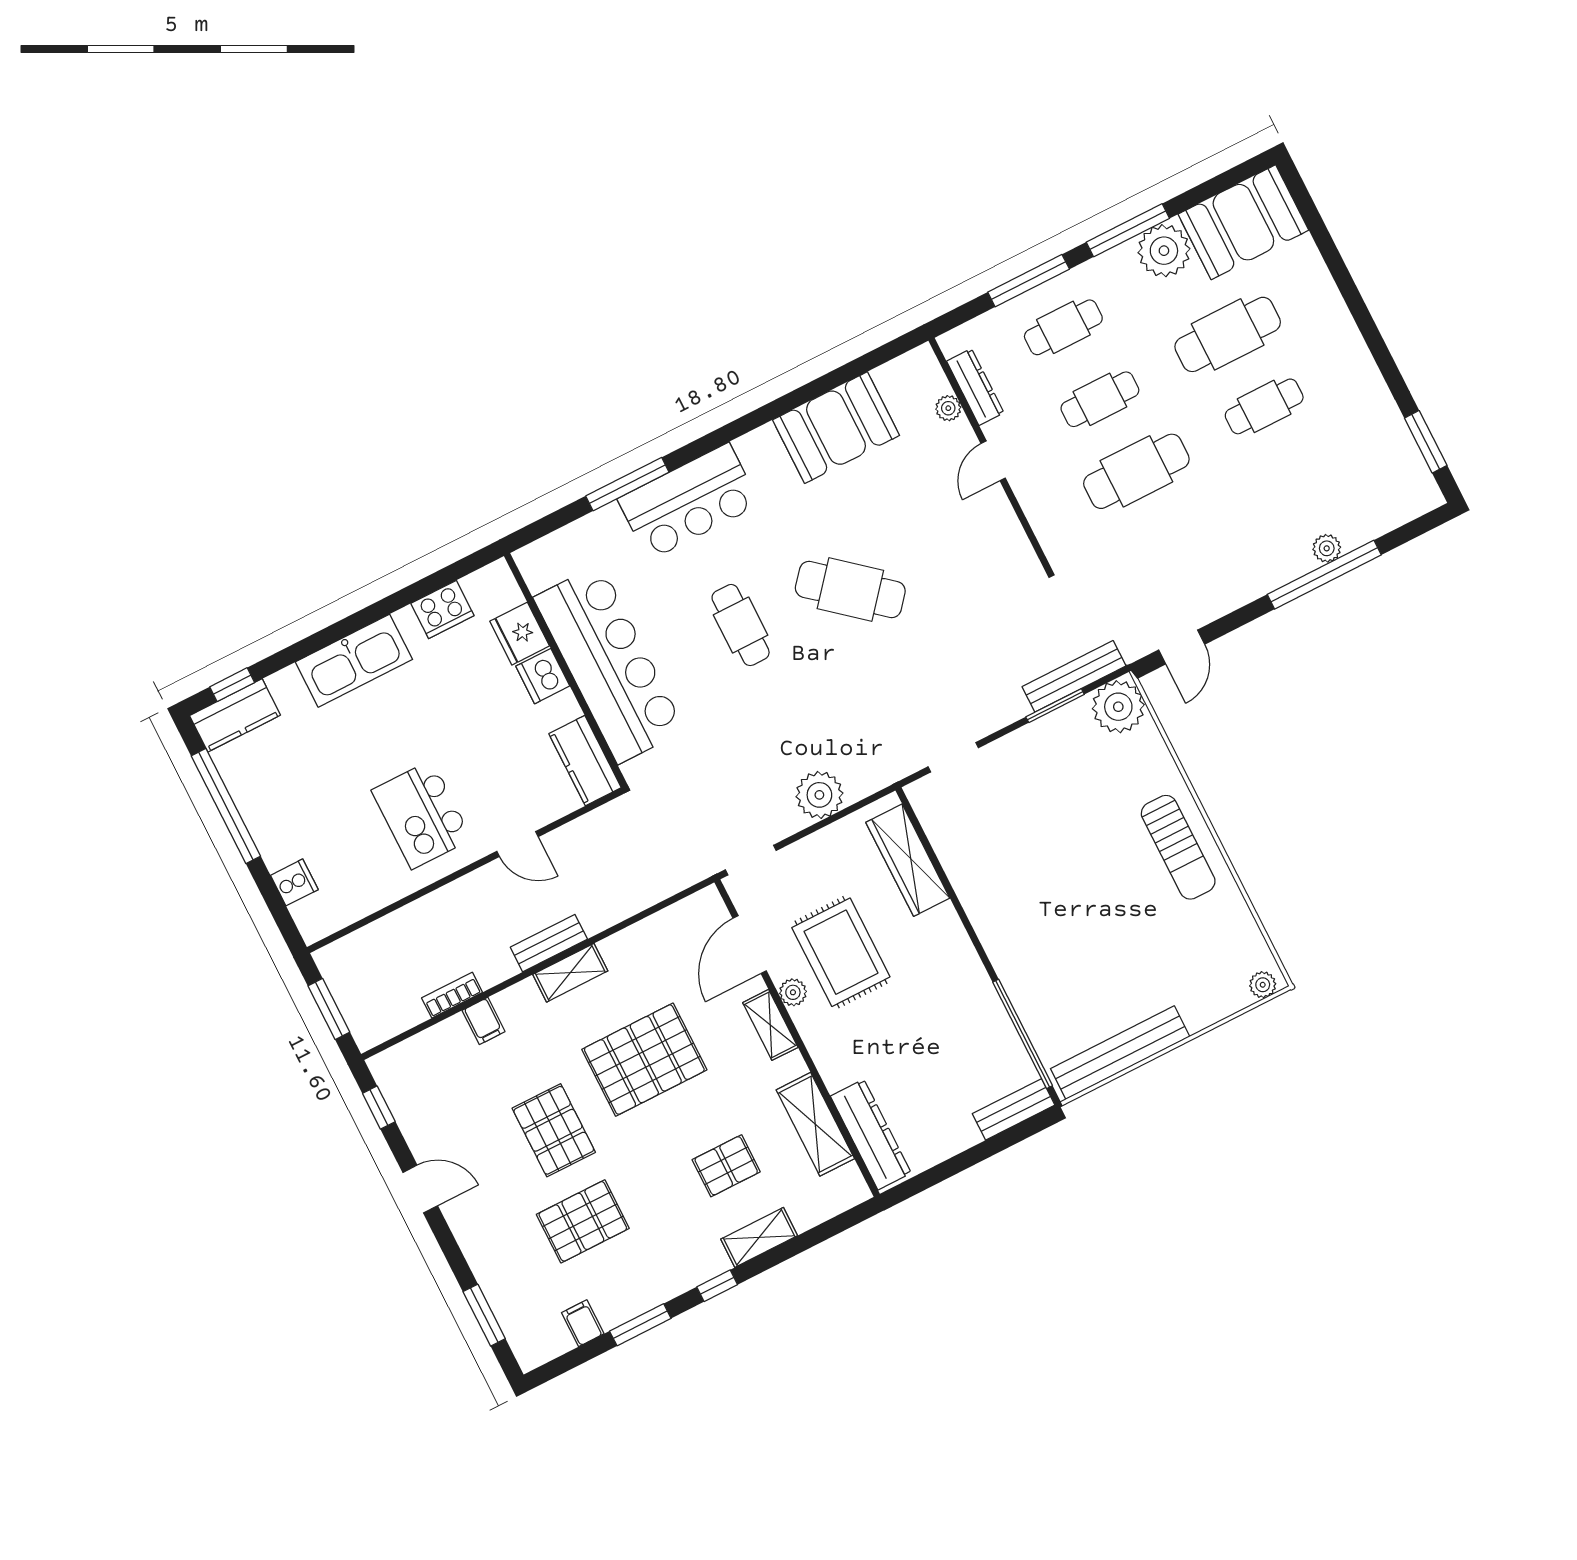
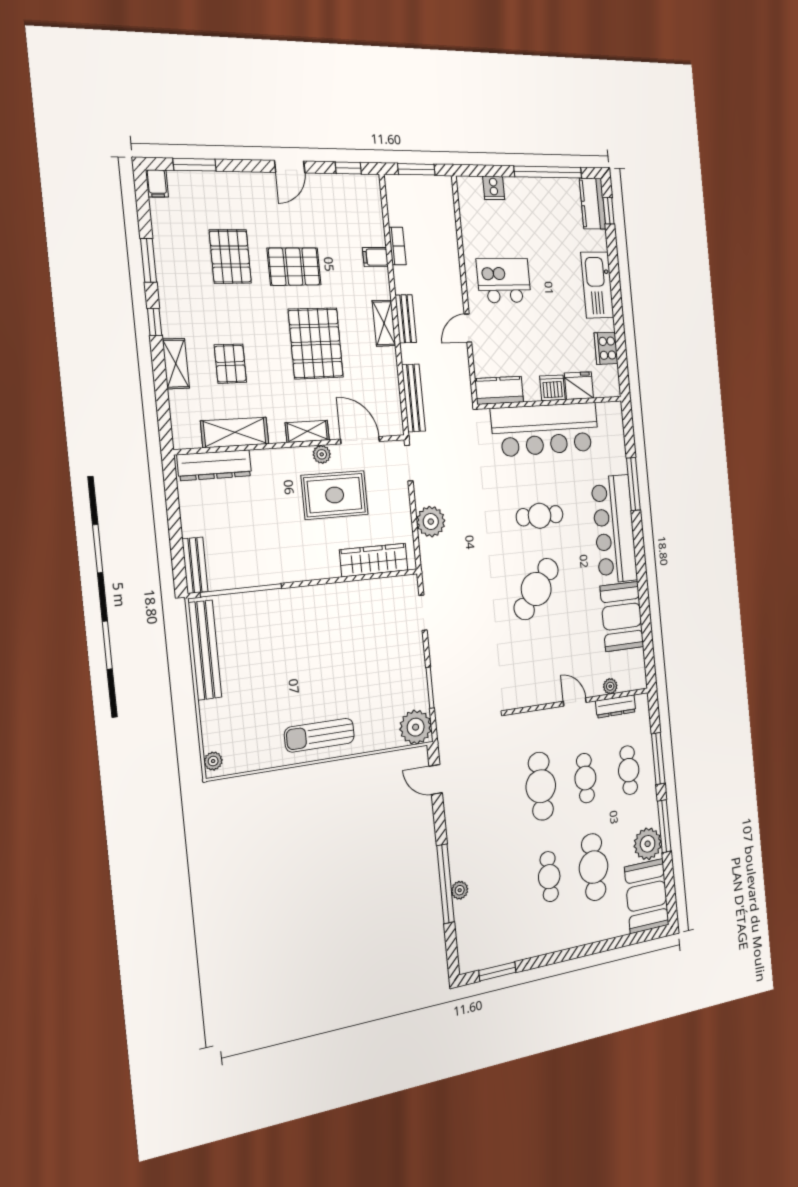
bar counter: (689, 502) -> (614, 529), width x1.36
bench: (1074, 676) -> (413, 398), moved
filing cabinet: (583, 1323) -> (157, 183), moved, turned 90

